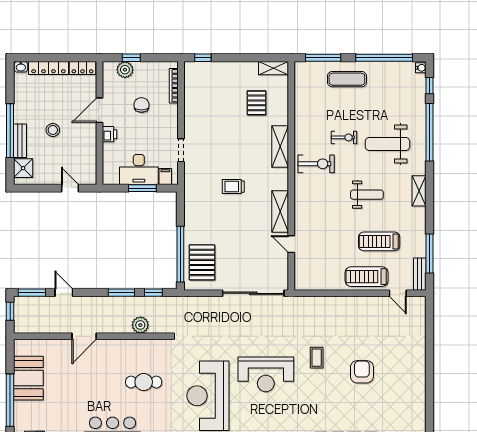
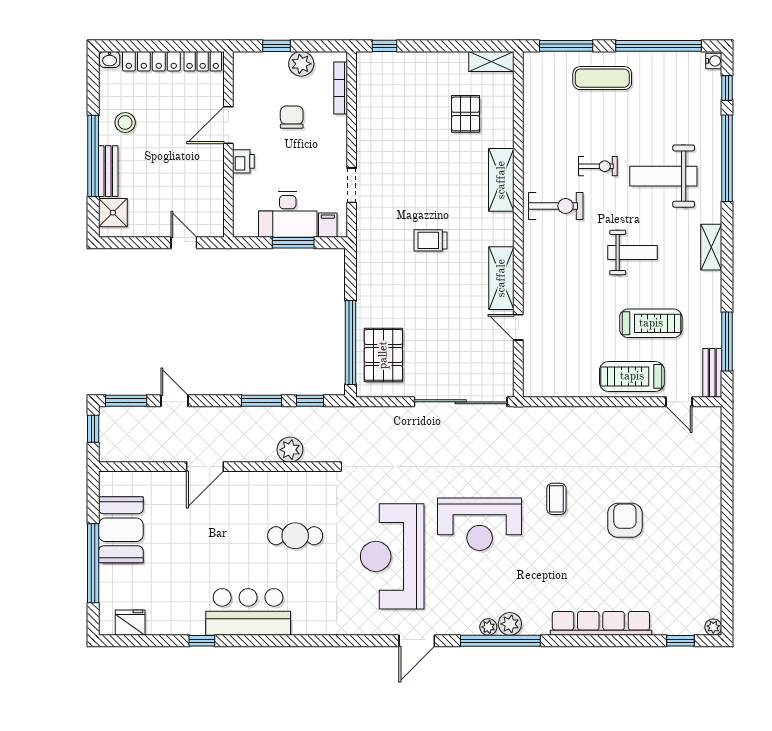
plant: (125, 70) -> (301, 64), moved
stool: (53, 130) -> (125, 123), moved
treadmill: (379, 241) -> (651, 323), turned 180

